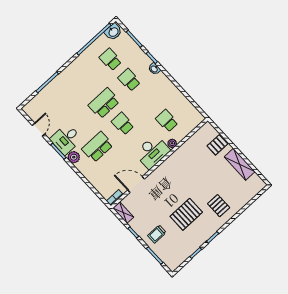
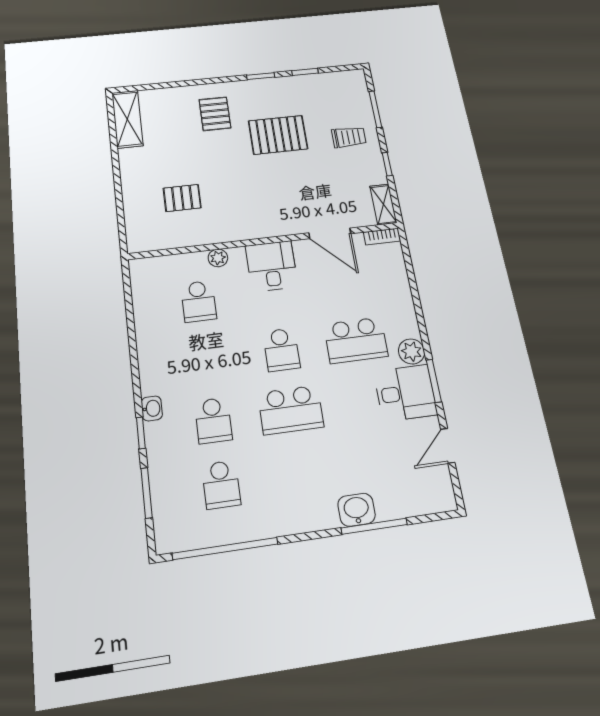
washbasin: (113, 32) -> (357, 510), moved
pallet: (217, 145) -> (182, 198), moved
desk: (152, 152) -> (272, 266), width x0.73
shelving: (240, 164) -> (127, 119), moved

